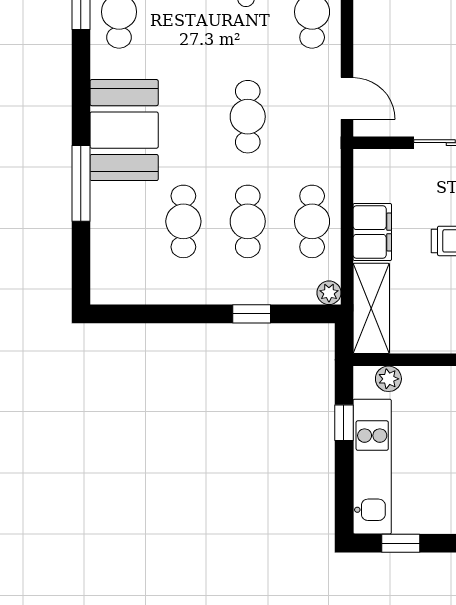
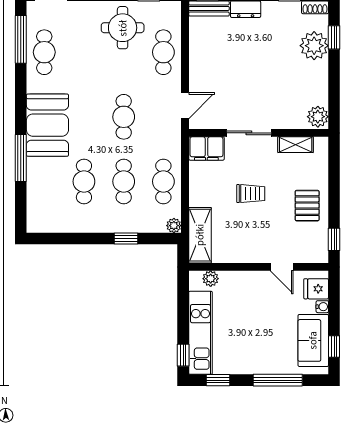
door: (347, 98) -> (185, 106), hinge flipped
filing cabinet: (372, 232) -> (206, 148), moved, turned 90
window: (344, 423) -> (183, 355), moved

